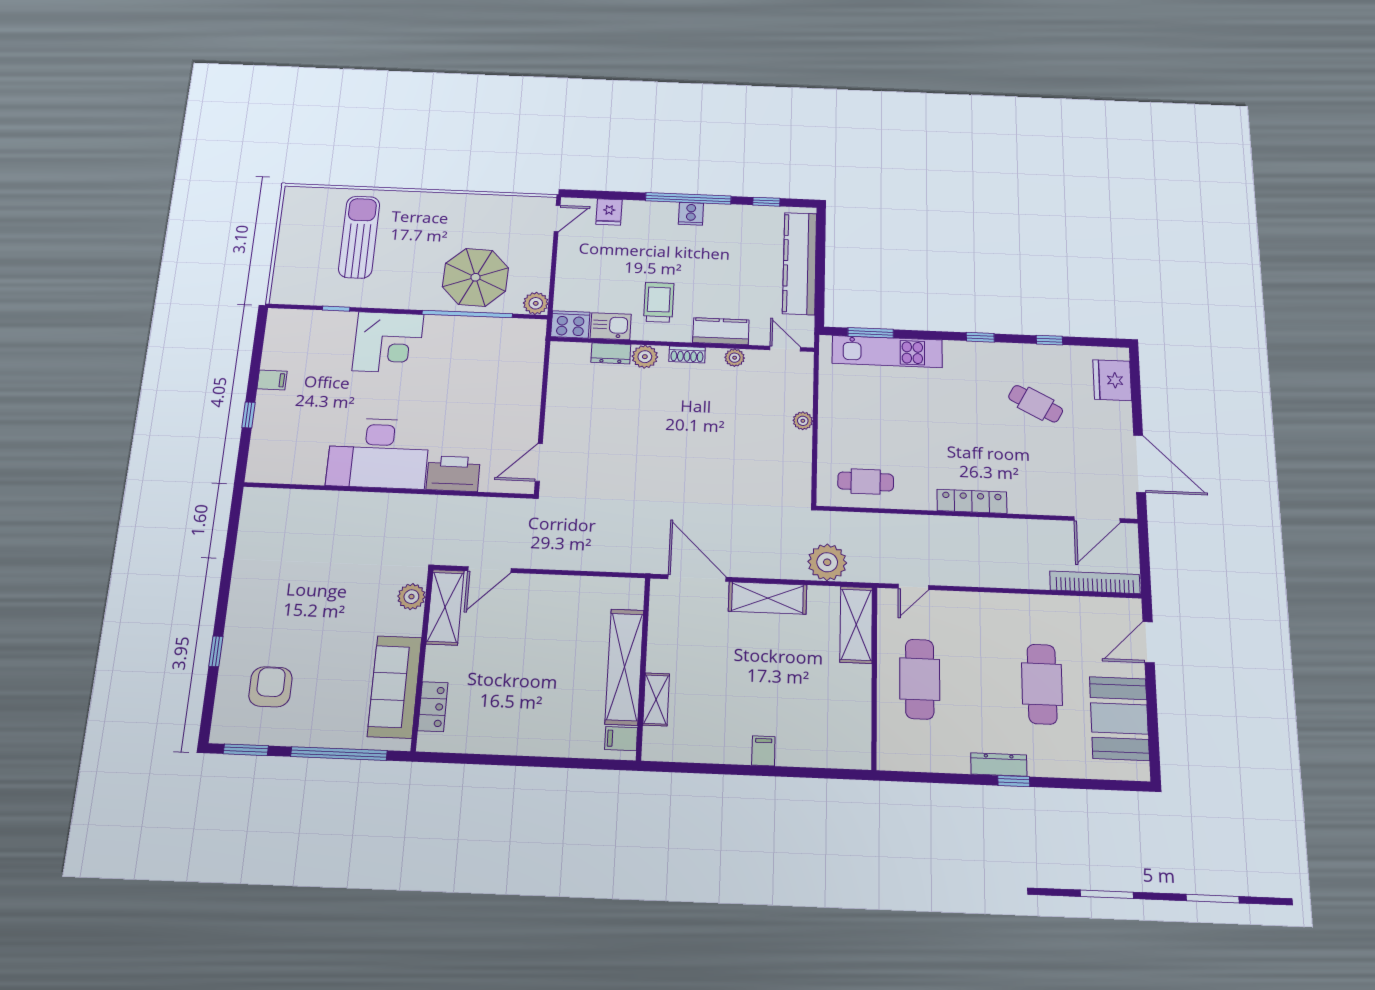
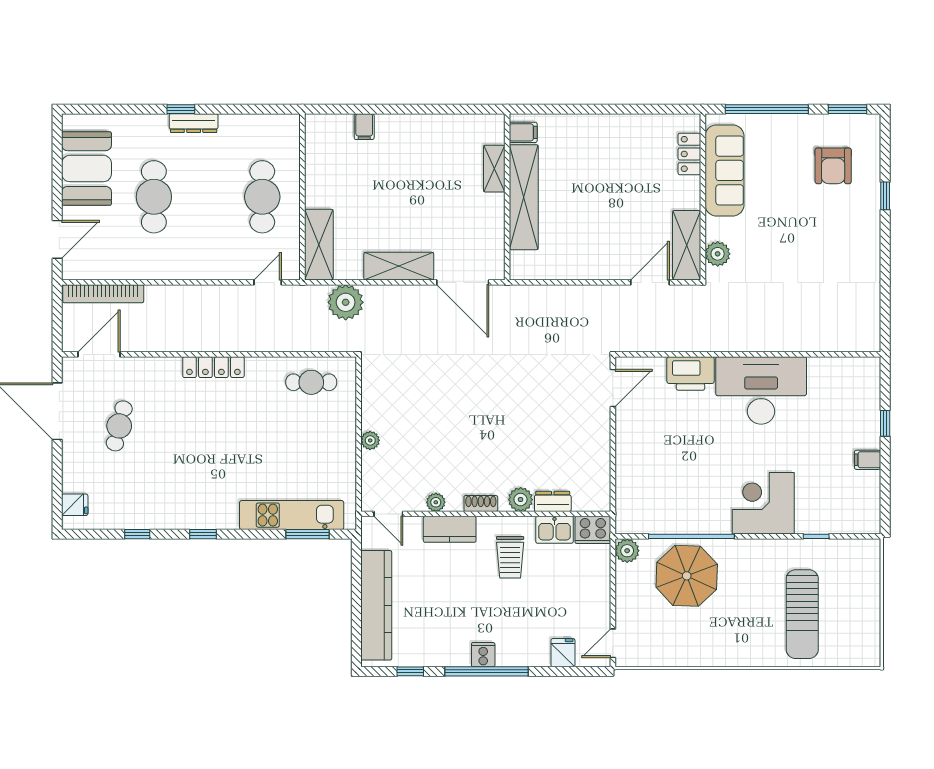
fridge: (1112, 380) -> (75, 505), width x0.53, depth x0.75
cafe table: (1036, 404) -> (119, 426), moved, turned 76
filing cabinet: (763, 751) -> (364, 127), moved

